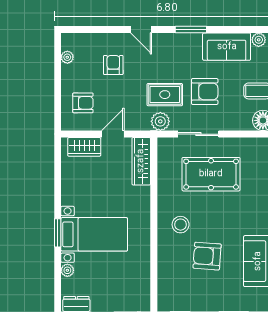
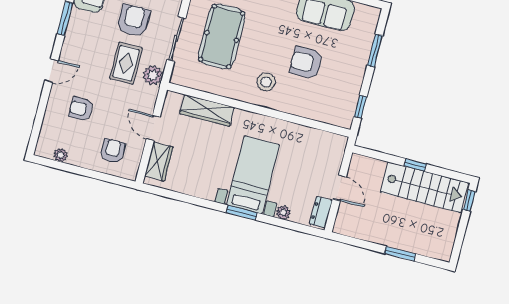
wardrobe: (141, 161) -> (207, 110), moved
armchair: (207, 256) -> (306, 63), turned 86

